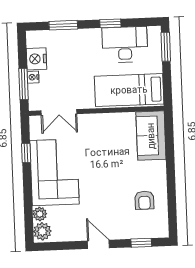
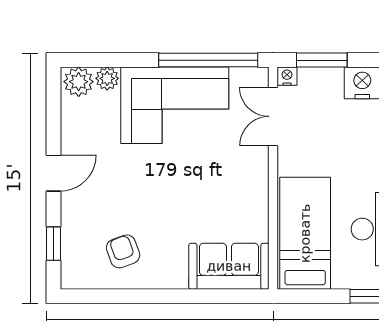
nightstand: (33, 77) -> (287, 76), moved
window: (26, 153) -> (208, 60), width x3.17
armchair: (144, 200) -> (123, 251), turned 70

